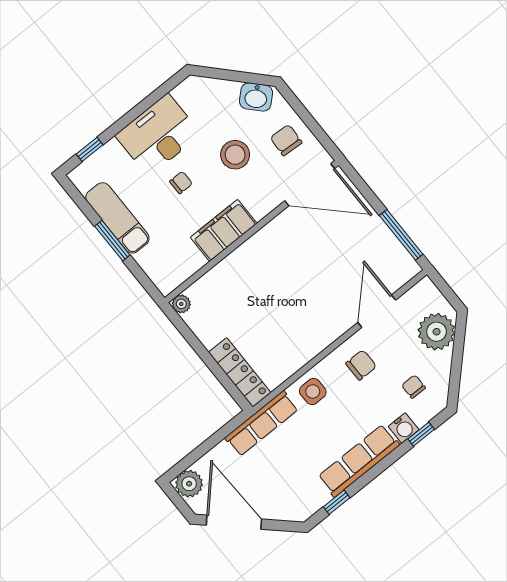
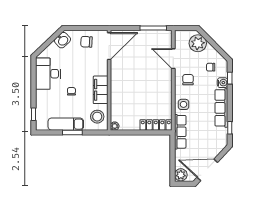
desk: (158, 135) -> (48, 74), moved
stool: (235, 155) -> (97, 117), moved

